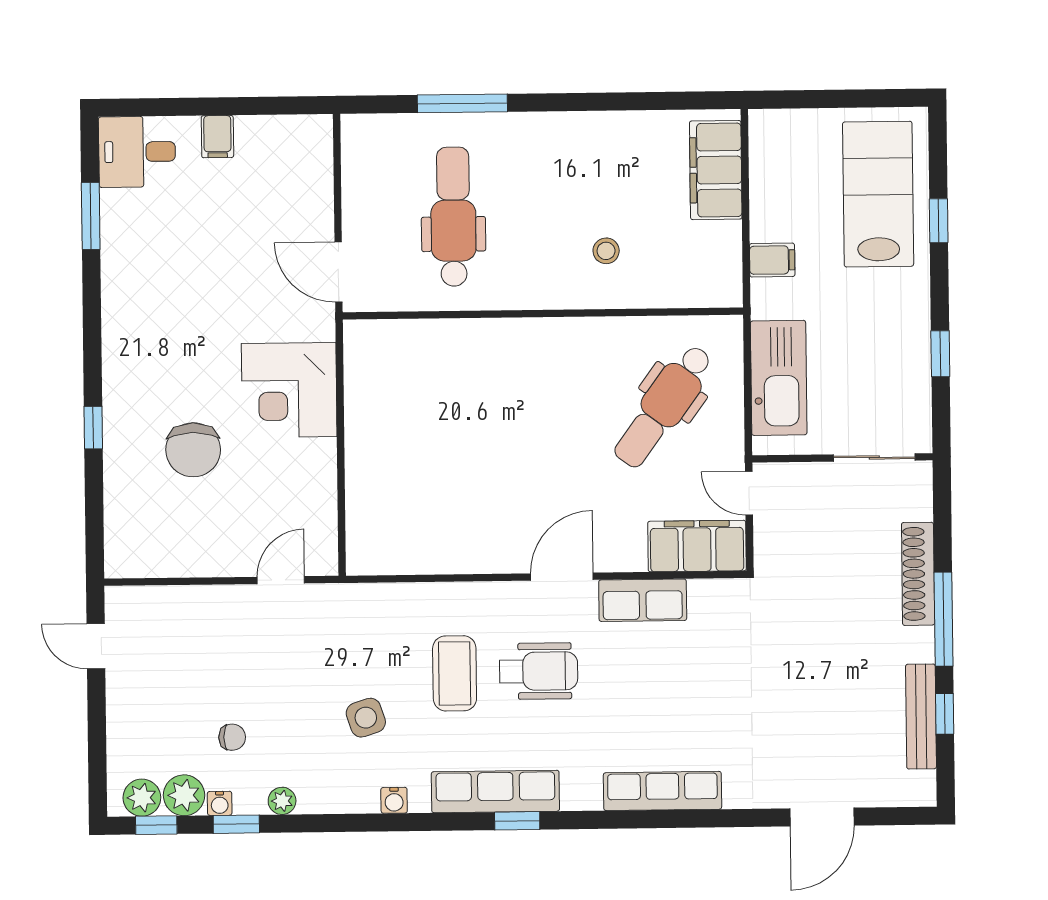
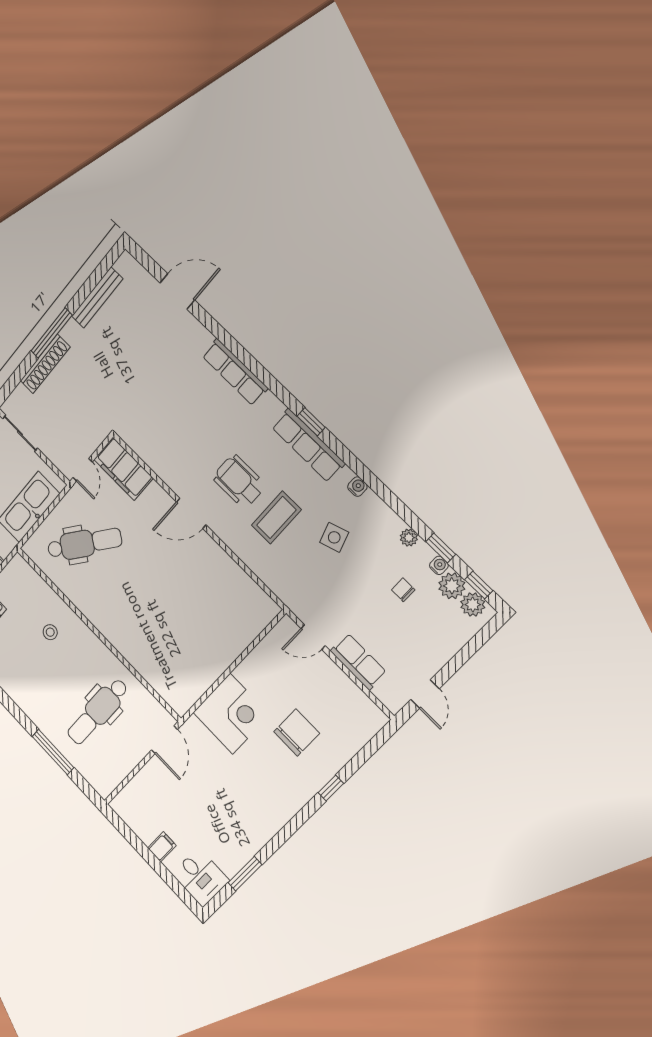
row of seats: (643, 600) -> (358, 662), moved
window: (945, 714) -> (86, 289), removed

